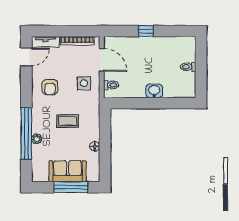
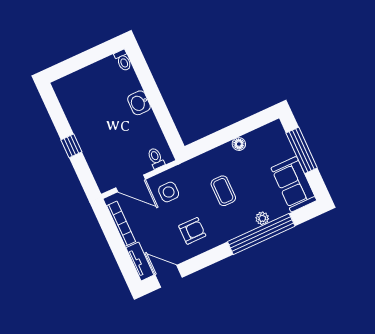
door: (102, 60) -> (131, 183), swing flipped
toilet: (188, 67) -> (123, 60), moved
sofa: (68, 171) -> (294, 184), moved

